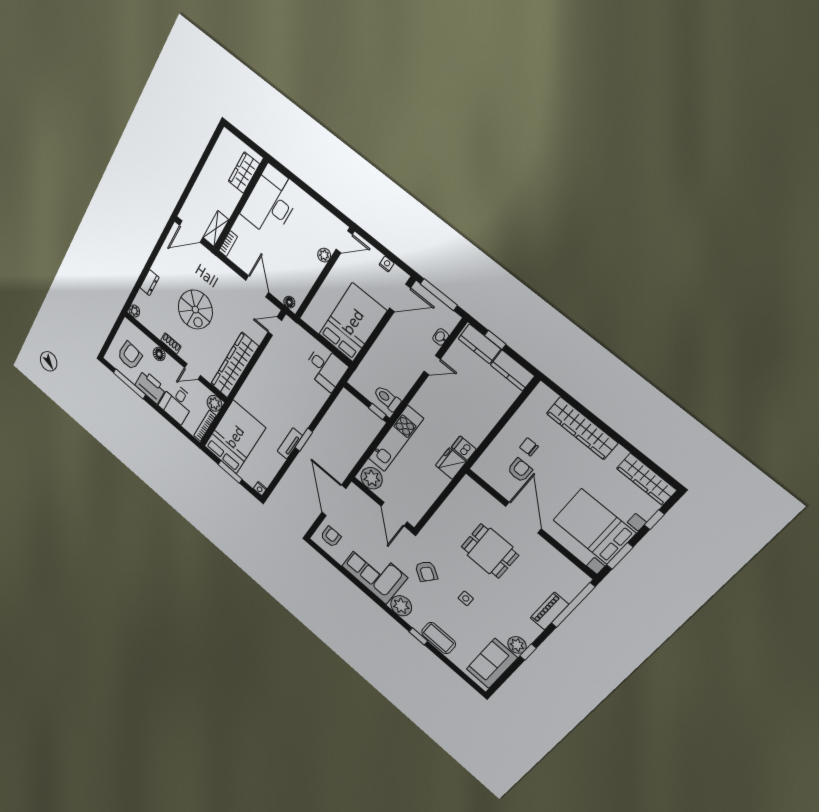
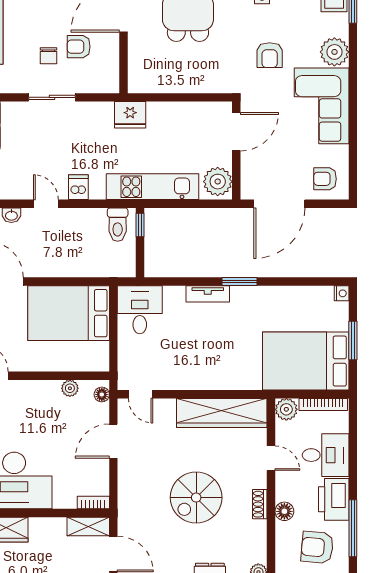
plant: (324, 255) -> (70, 388), moved
spiral stairs: (195, 310) -> (196, 498), turned 180
sliding door: (499, 426) -> (52, 97), added
tv unit: (290, 443) -> (208, 294), moved
dishwasher: (464, 448) -> (78, 187), moved, turned 180
armchair: (426, 571) -> (270, 55), turned 144

